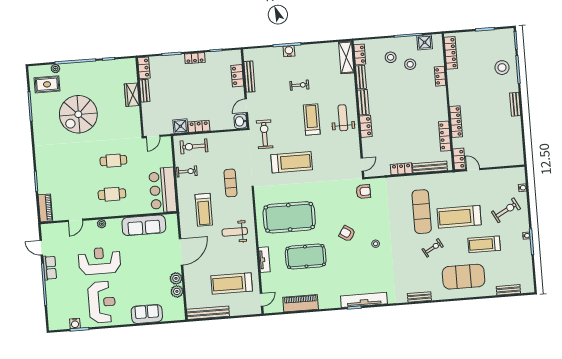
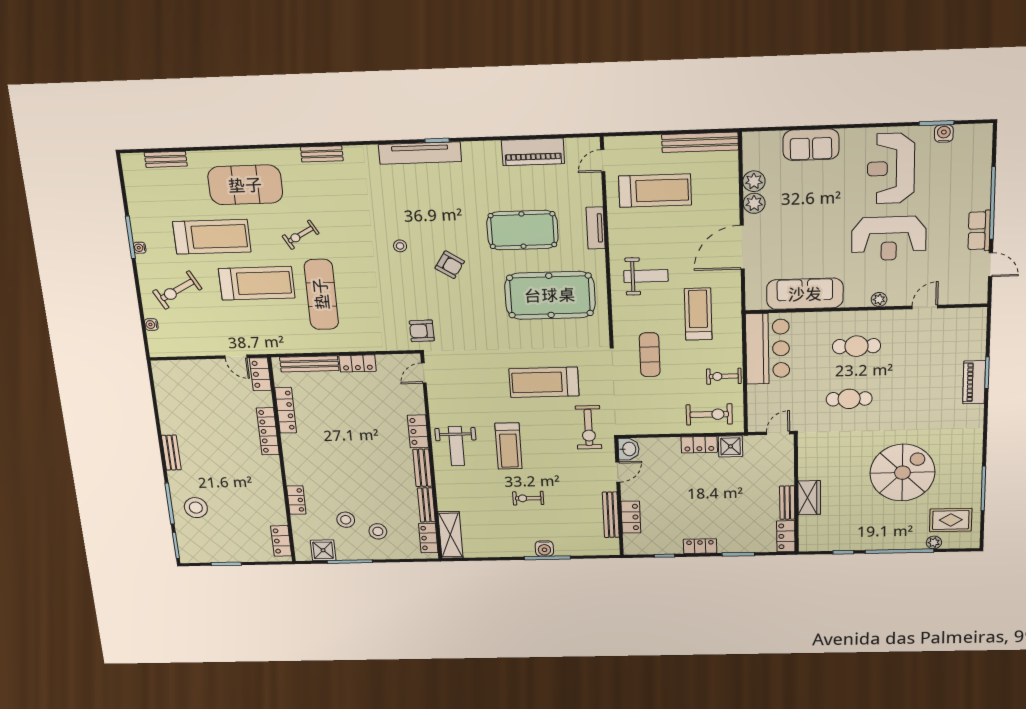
locker: (451, 53) -> (281, 541), width x0.66
piano: (45, 208) -> (974, 382), moved
treadmill: (484, 244) -> (212, 237), width x1.37, depth x1.38

